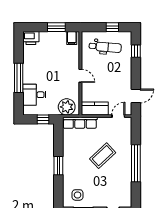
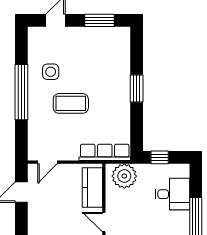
kitchen counter: (95, 108) -> (92, 187), moved, turned 90
coffee table: (103, 156) -> (71, 103), turned 43
side table: (78, 195) -> (51, 72), moved

